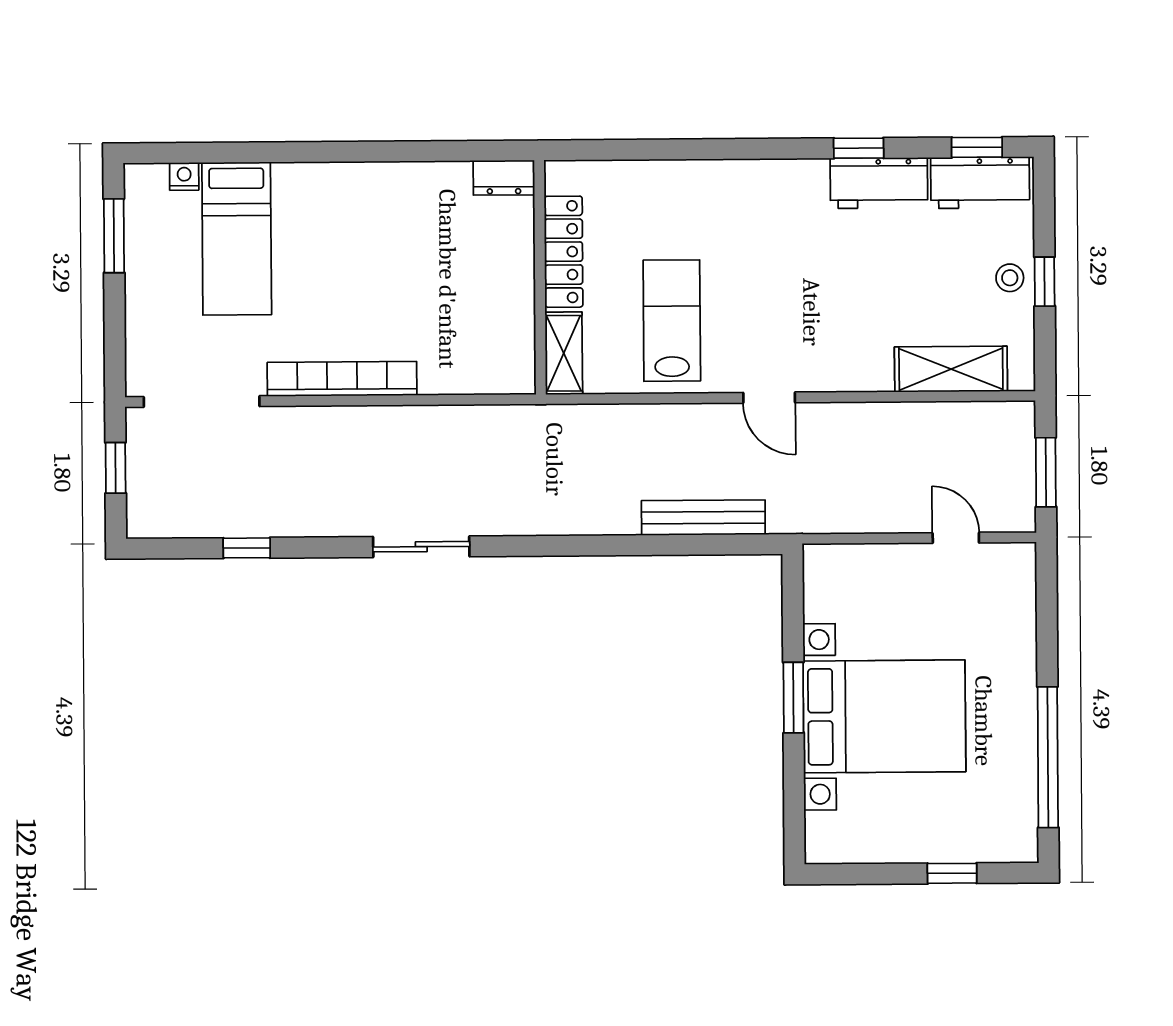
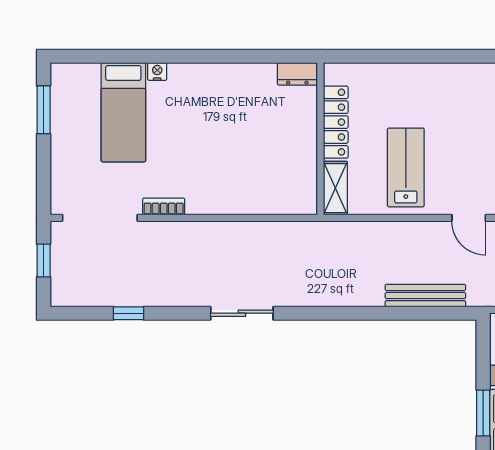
nightstand: (184, 176) -> (157, 71), moved
bookcase: (342, 379) -> (164, 206), width x0.43, depth x0.76

